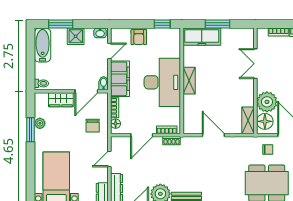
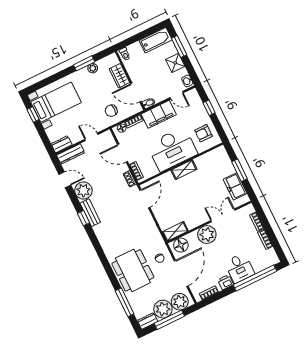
window: (162, 24) -> (209, 108), moved
armchair: (139, 37) -> (203, 133), moved
freezer: (202, 37) -> (235, 186), moved, width x0.71
plant: (267, 102) -> (207, 235), moved
door: (213, 135) -> (145, 199), moved

